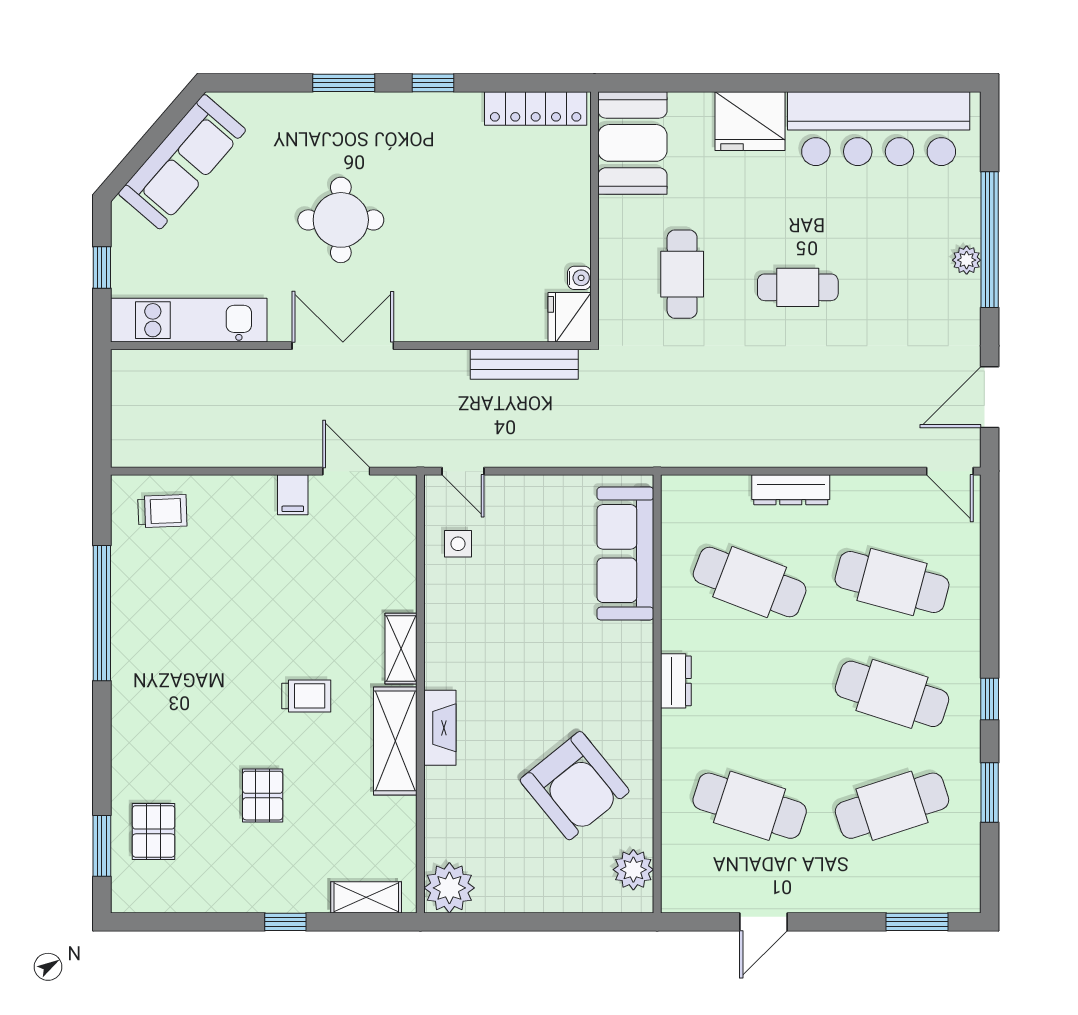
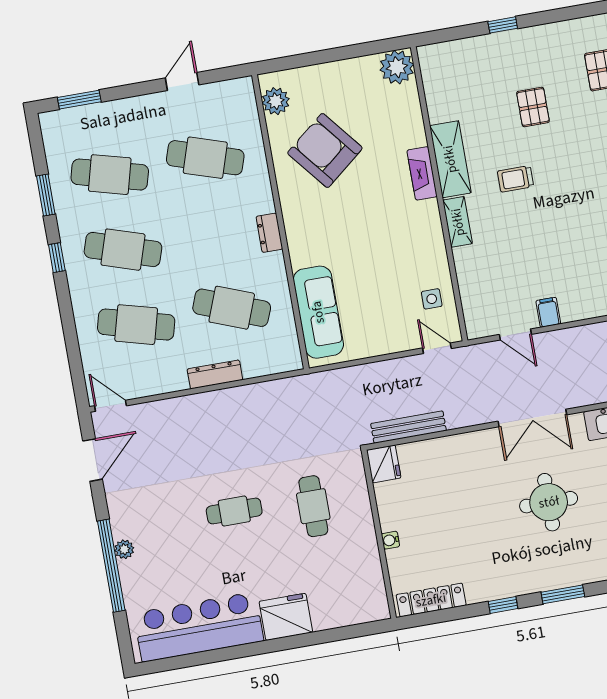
booth: (632, 143) -> (362, 588), removed
water cooler: (579, 278) -> (390, 540), moved
cafe table: (892, 806) -> (110, 175), turned 33
shelving: (366, 897) -> (452, 51), removed

